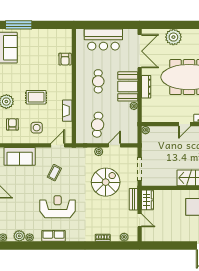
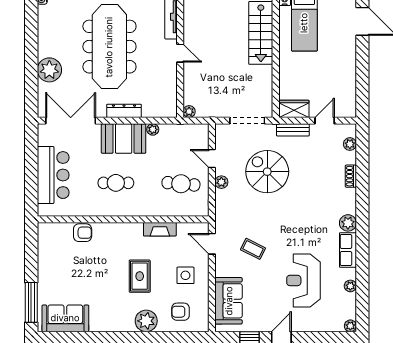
reception desk: (58, 207) -> (303, 280), moved
plant: (19, 236) -> (348, 223), moved

